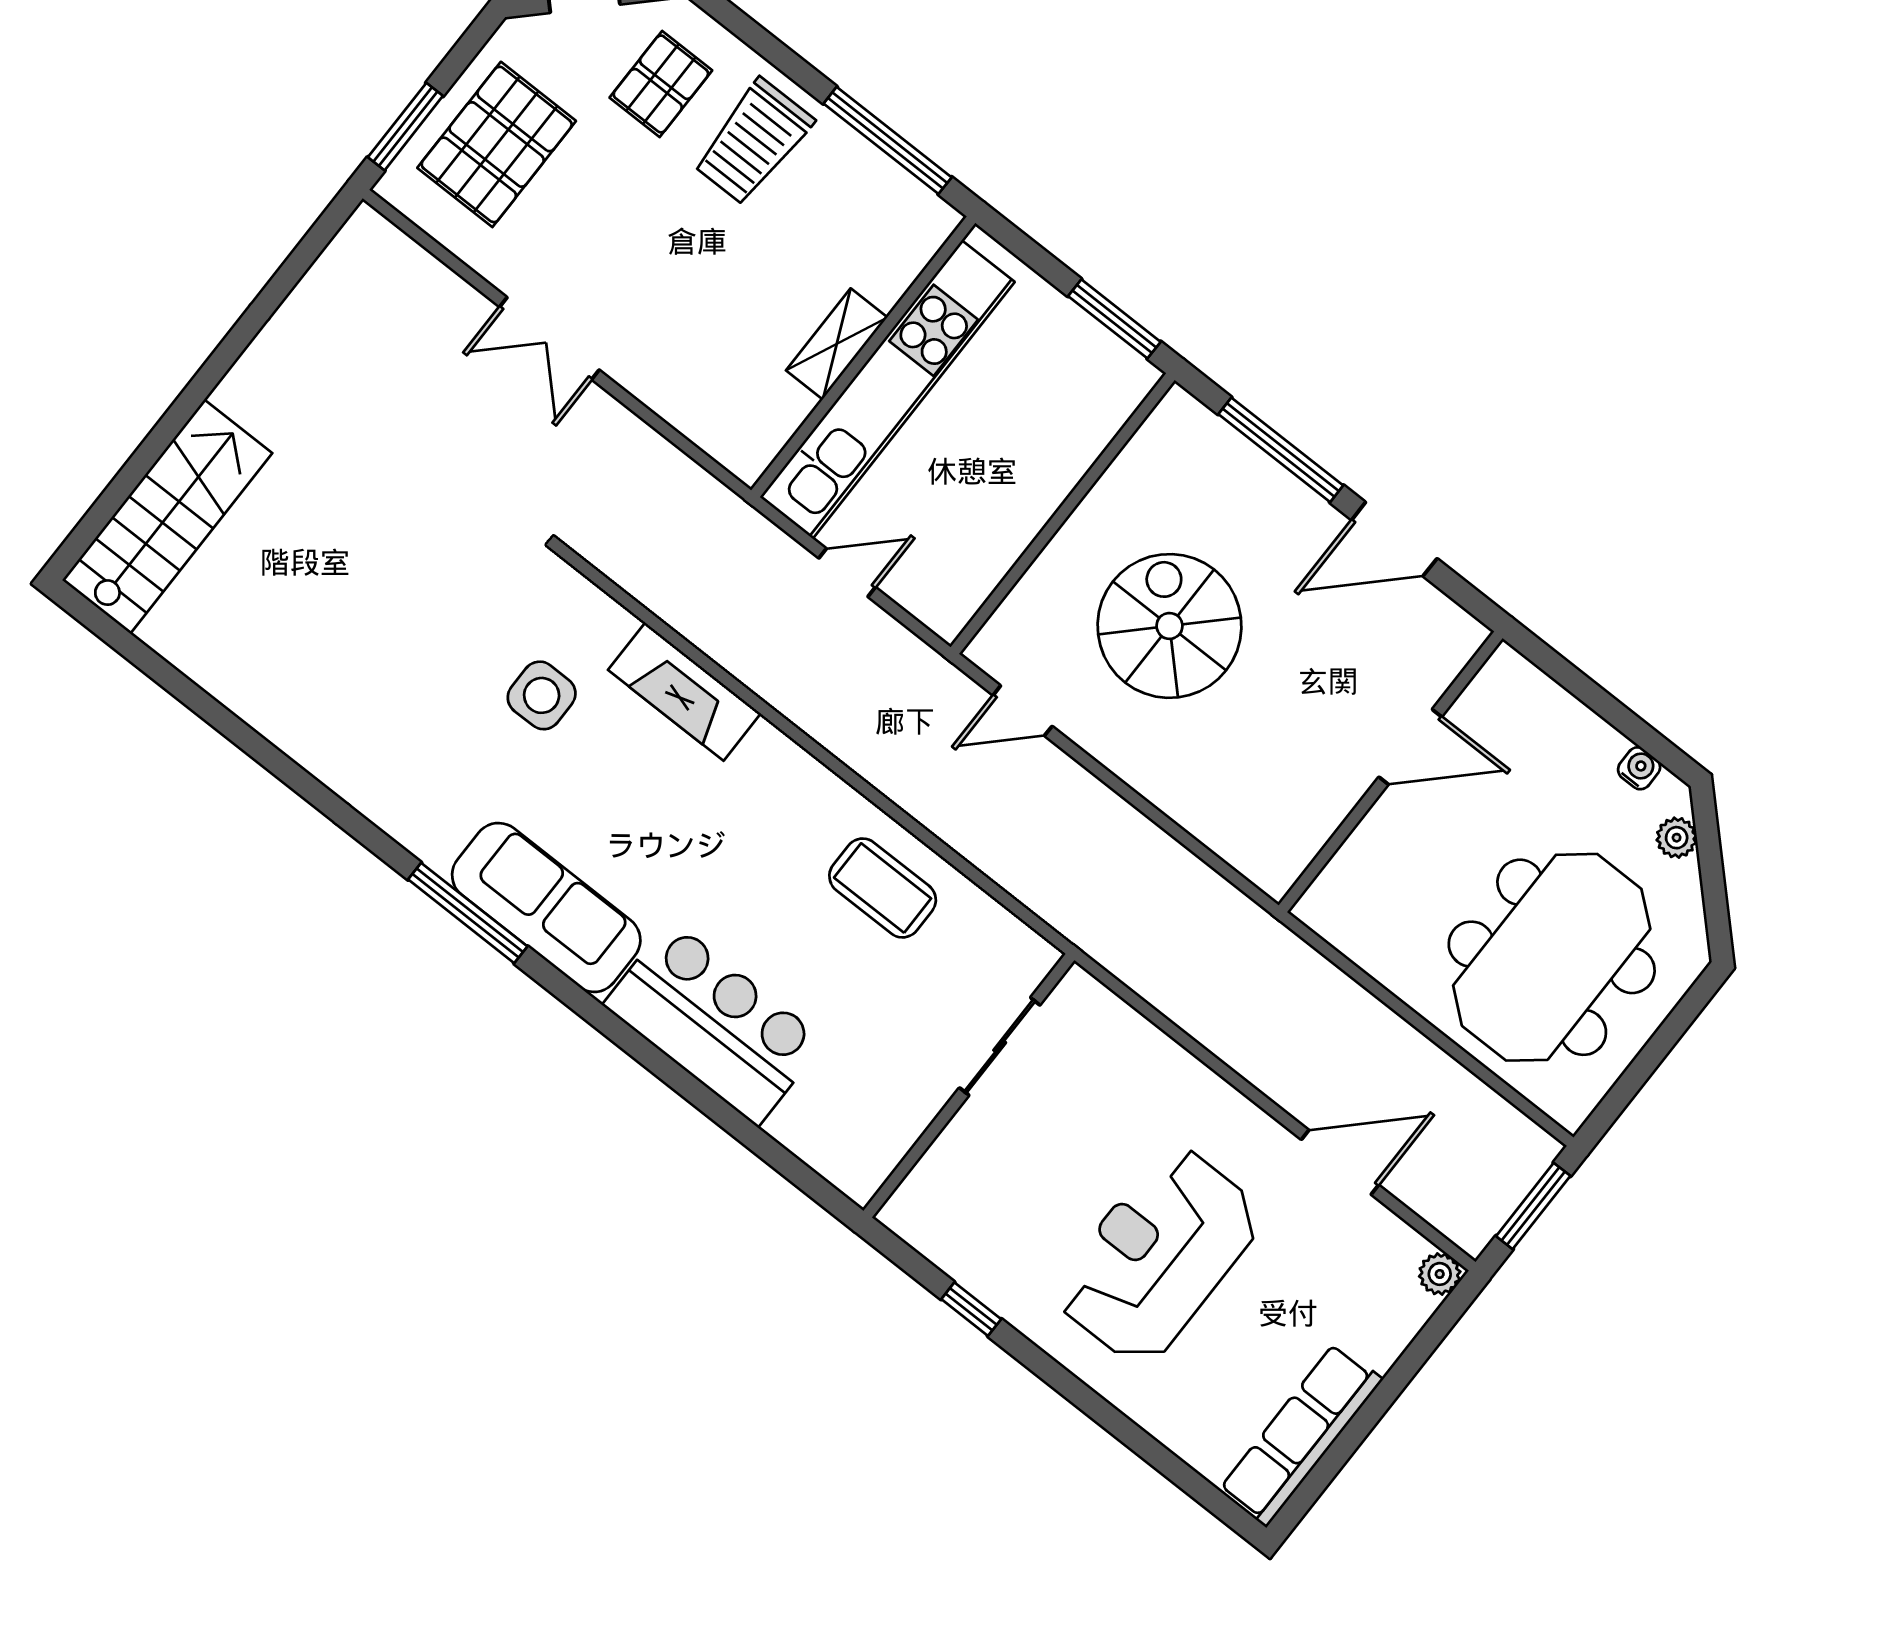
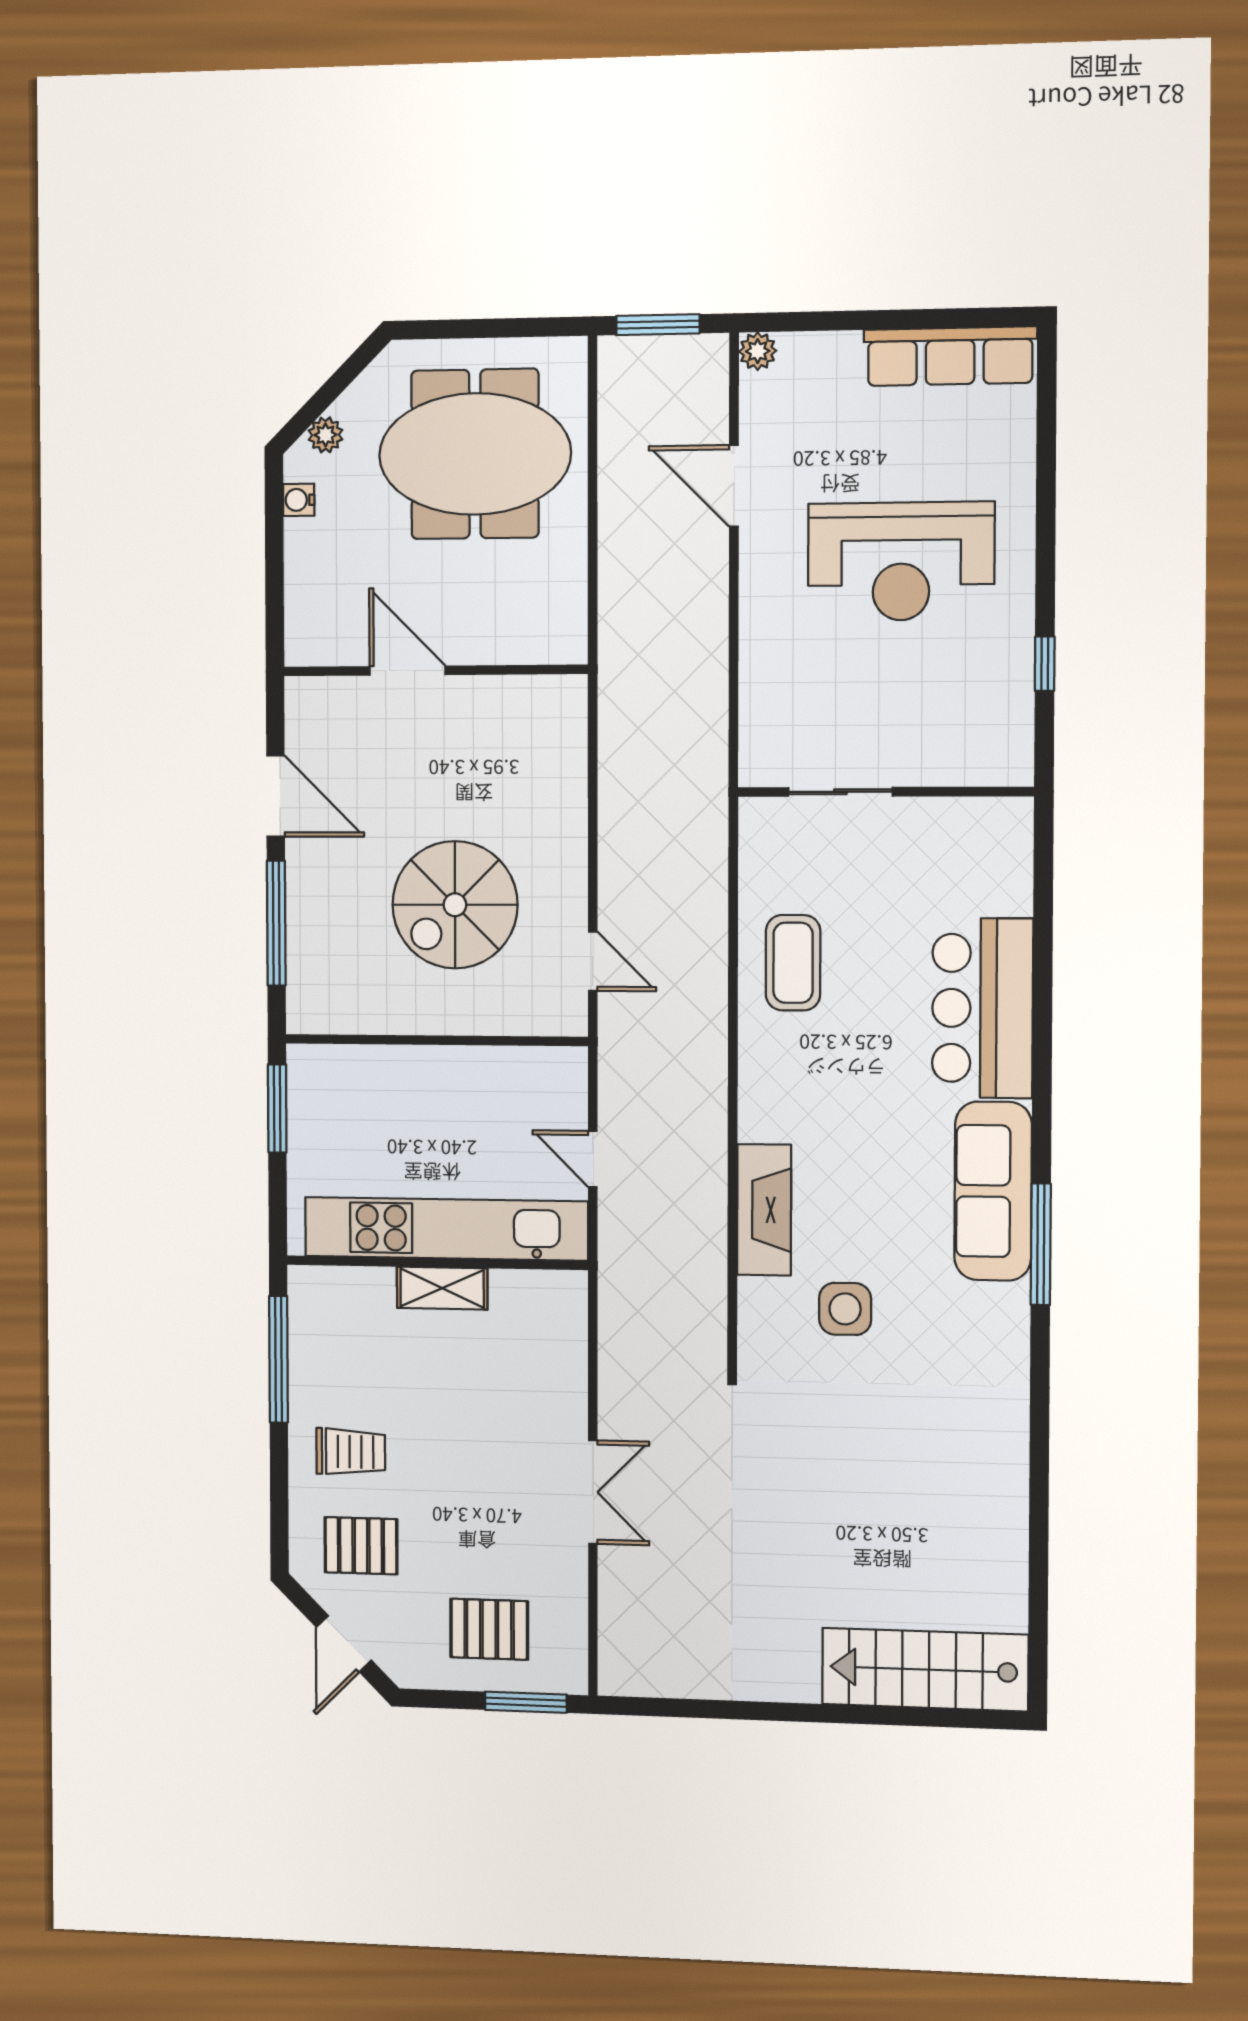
trolley: (753, 142) -> (351, 1452), width x0.73, depth x0.72
pallet: (497, 144) -> (489, 1629), width x0.67, depth x0.71

